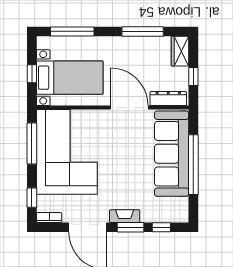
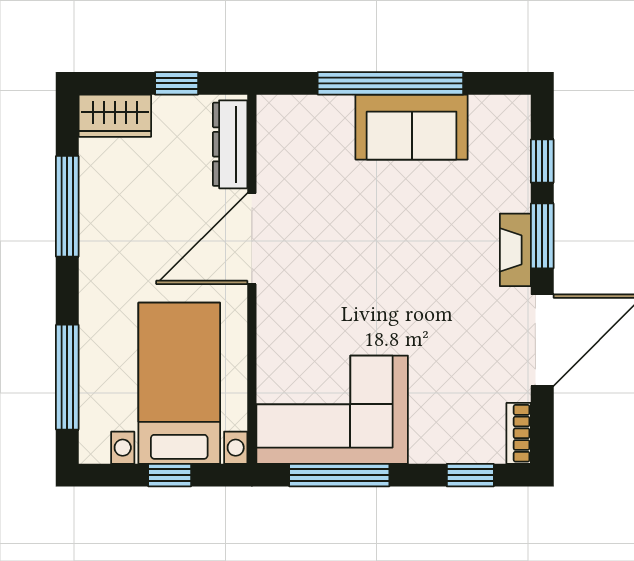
corner sofa: (67, 152) -> (332, 410), width x0.73, depth x0.74
sofa: (172, 154) -> (412, 127), width x0.54, depth x0.79

